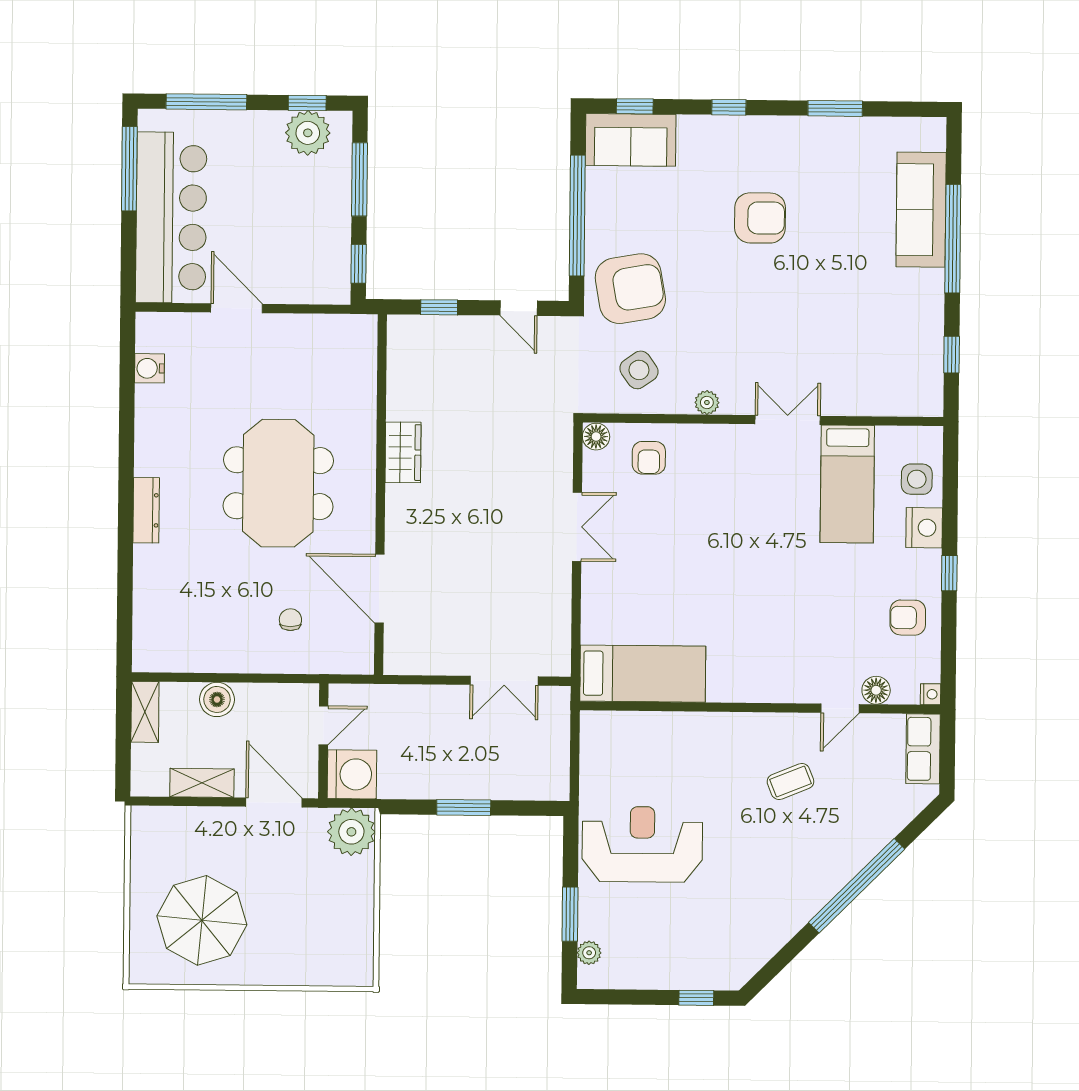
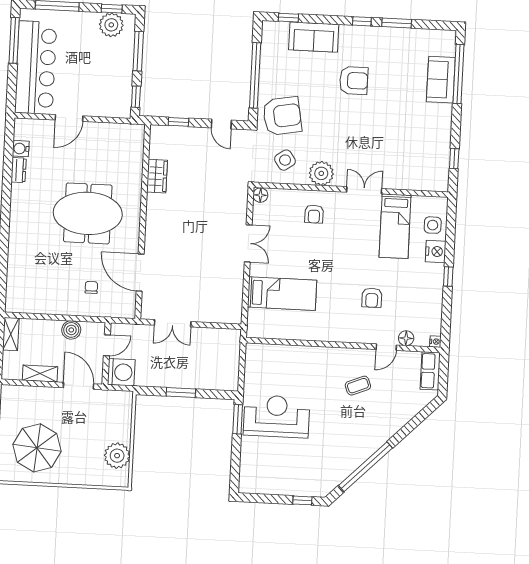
window: (729, 107) -> (362, 21), moved
sofa: (631, 140) -> (314, 37), moved
sofa: (921, 210) -> (441, 80), width x0.73
window: (953, 239) -> (458, 74), moved
door: (237, 308) -> (69, 118), swing flipped
plant: (707, 402) -> (321, 173), width x1.88, depth x1.88
wardrobe: (403, 452) -> (157, 176), moved
armchair: (649, 458) -> (314, 214), moved
meeting table: (278, 483) -> (88, 213), turned 90
dresser: (146, 510) -> (19, 170), moved, width x0.70
armchair: (908, 618) -> (372, 298), moved, turned -90
bed: (643, 674) -> (282, 294), moved
double door: (504, 681) -> (173, 323), moved
boiler: (217, 699) -> (71, 330), moved
plant: (351, 832) -> (117, 456), moved
window: (857, 886) -> (365, 467), moved
window: (570, 914) -> (238, 419), moved
plant: (589, 953) -> (245, 474), removed

